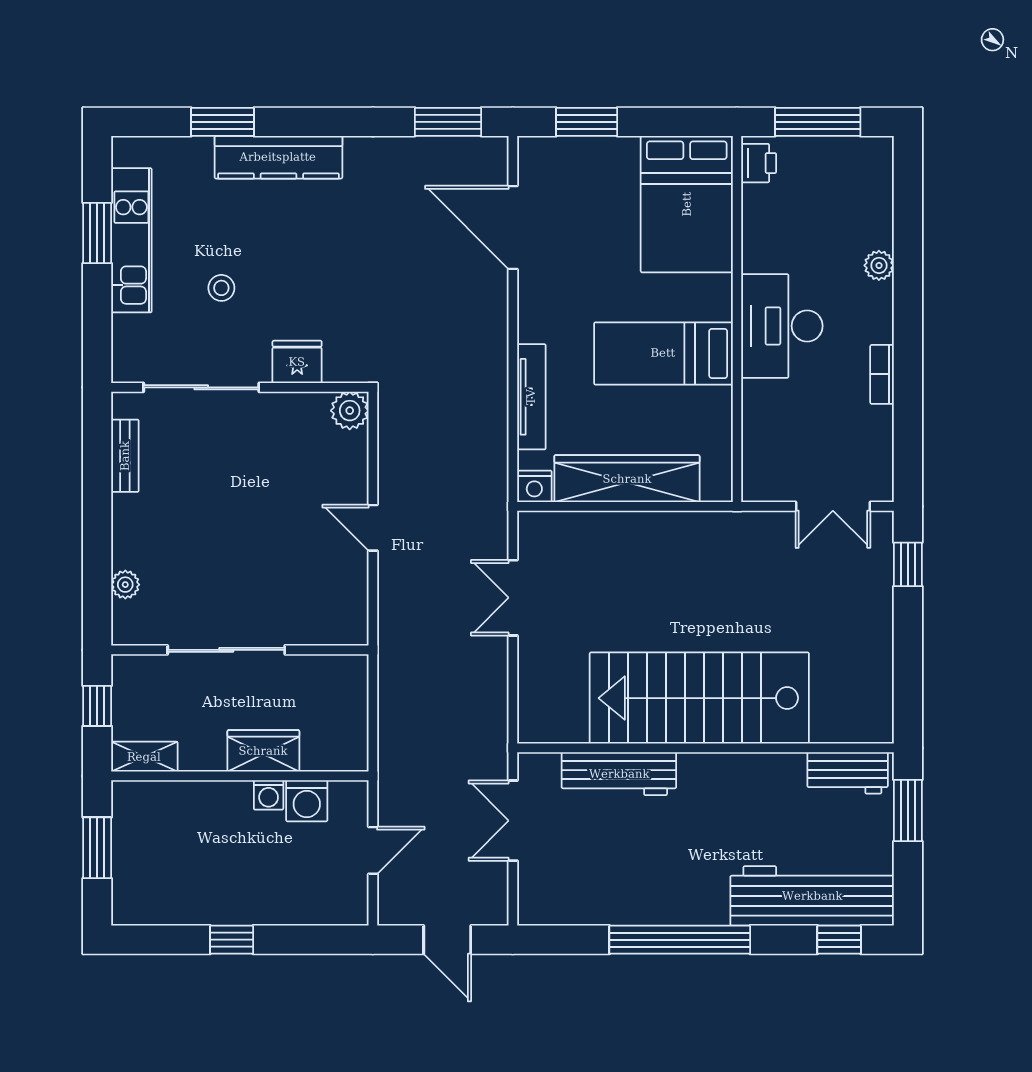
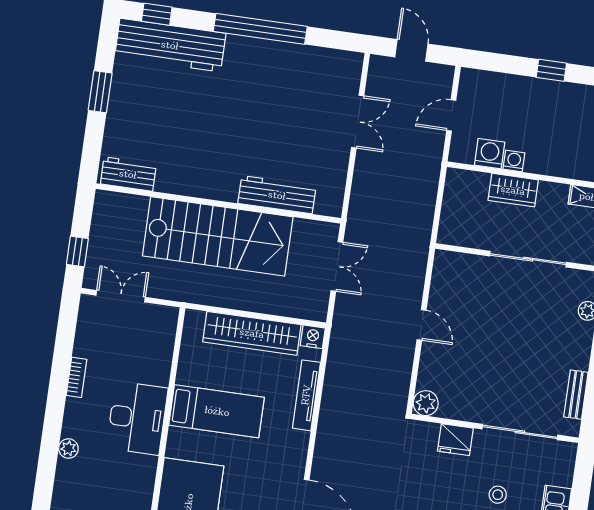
stairs: (699, 698) -> (218, 236), moved
wall: (705, 748) -> (218, 203), moved
workbench: (848, 773) -> (128, 174), moved
workbench: (619, 774) -> (277, 195), moved

